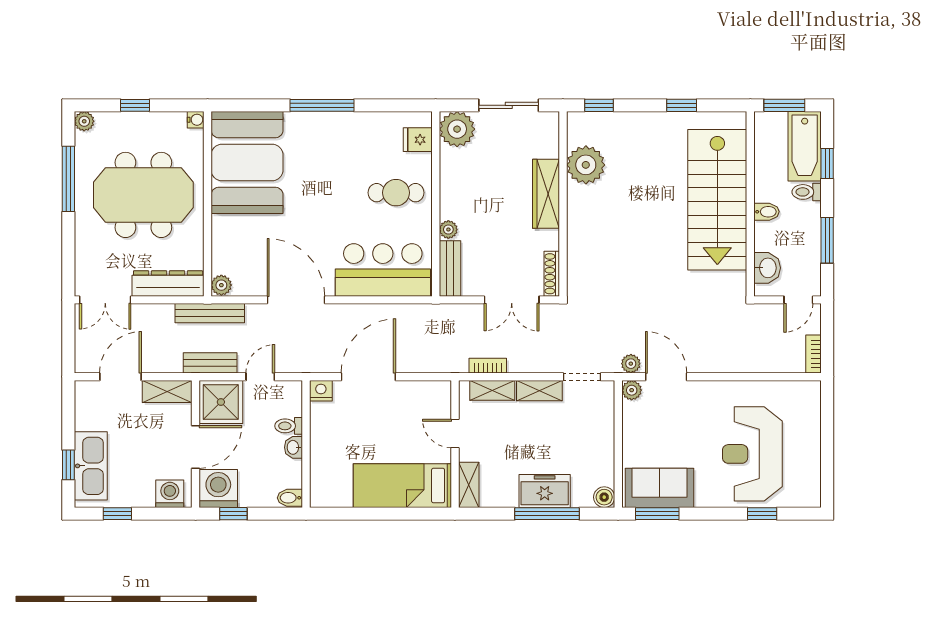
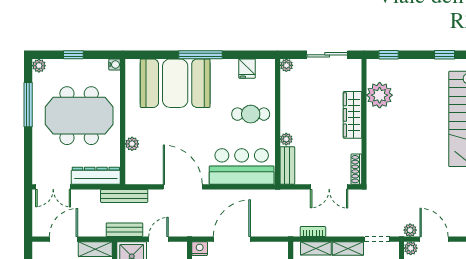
plant: (457, 129) -> (286, 65), width x0.53, depth x0.53
fridge: (418, 140) -> (247, 69), moved, turned -90
booth: (247, 162) -> (175, 83), moved, turned 90
plant: (221, 285) -> (132, 144), moved

